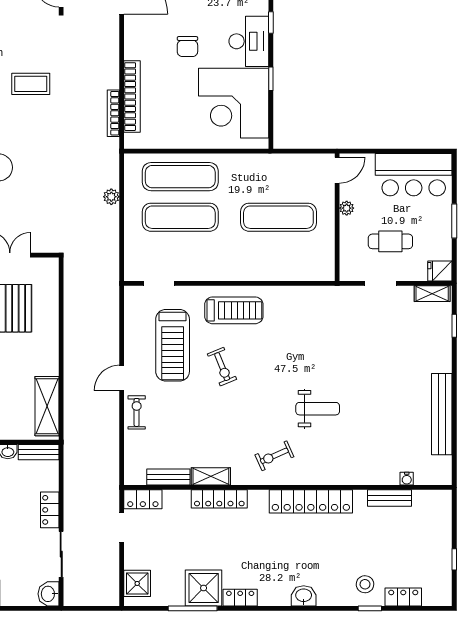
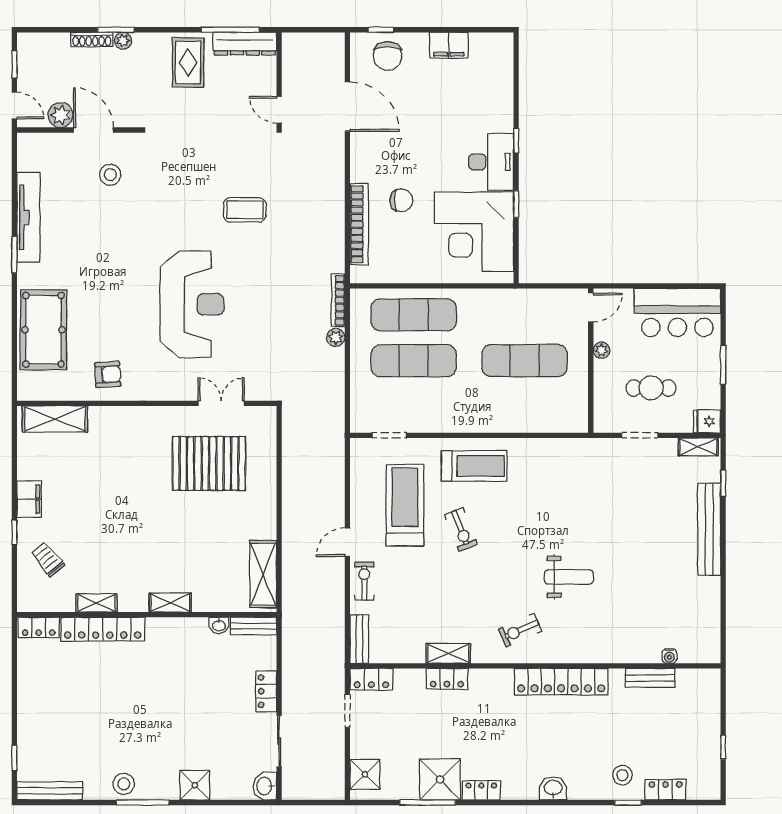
chair: (187, 47) -> (401, 200), moved, turned -90
bookcase: (113, 113) -> (338, 300), moved
treadmill: (173, 345) -> (405, 505), turned 180
bench: (442, 414) -> (709, 529), moved
bench: (168, 477) -> (359, 639), moved, turned 90
locker: (219, 499) -> (447, 679), width x0.66

